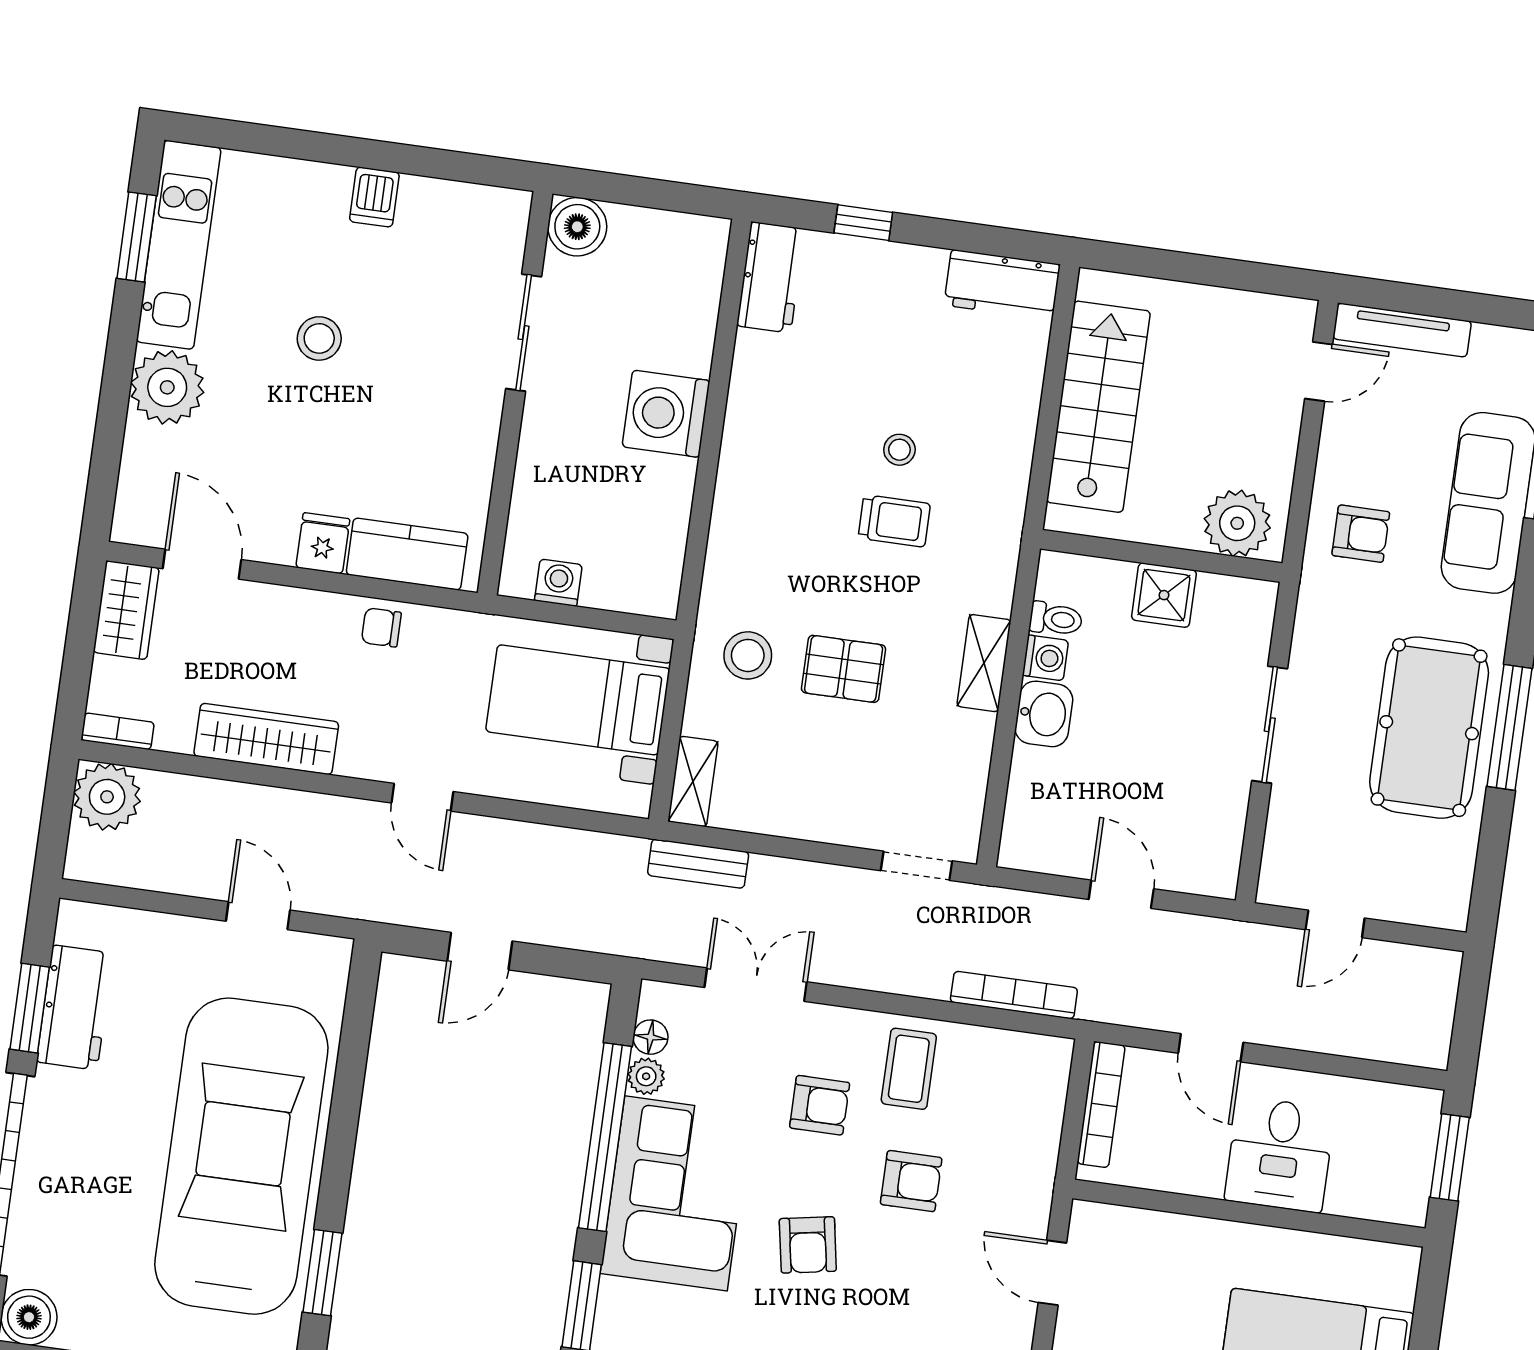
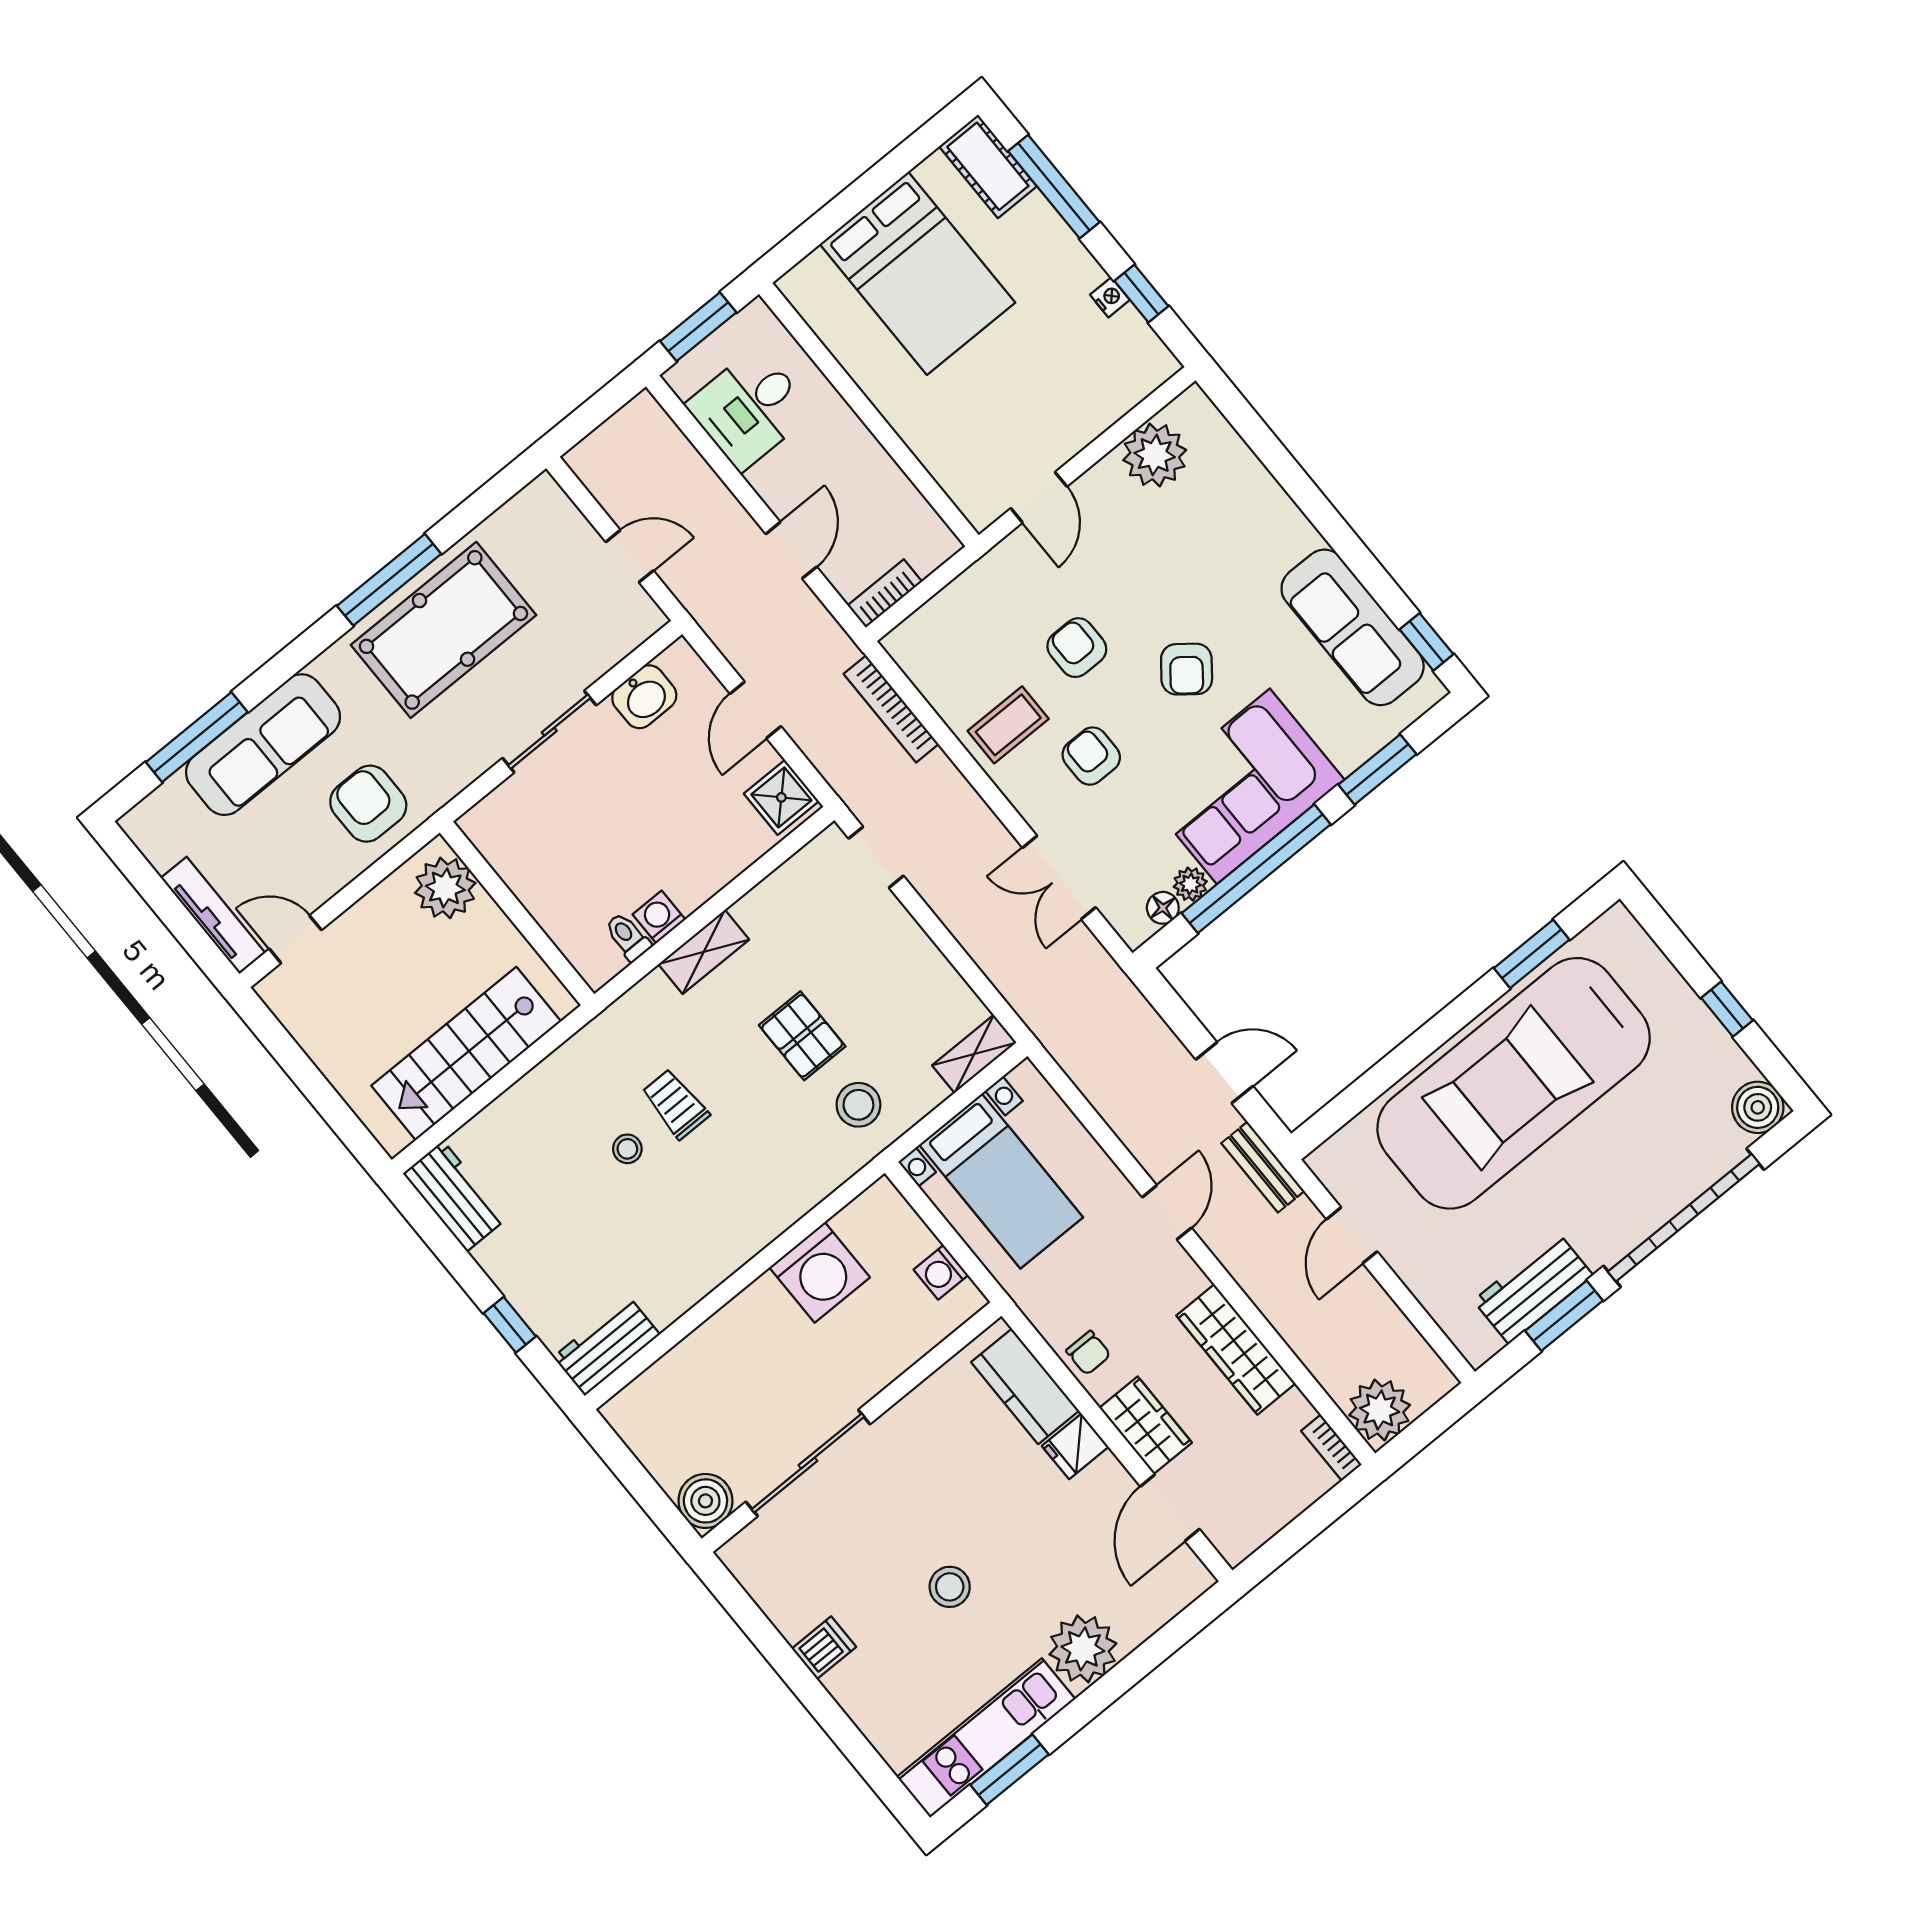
sliding door: (524, 333) -> (808, 1463), width x1.37
washing machine: (666, 414) -> (820, 1272), moved
armchair: (1361, 534) -> (368, 804), width x1.38, depth x1.38
shower: (1164, 595) -> (781, 797), moved
wardrobe: (126, 610) -> (1146, 1425), moved, turned 90
washbasin: (1044, 714) -> (644, 697), moved, turned 180
bench: (698, 864) -> (1263, 1167), moved
bookcase: (1101, 1105) -> (885, 593), width x0.64
desk: (1280, 1154) -> (749, 409), moved, turned 180
armchair: (808, 1245) -> (1187, 669), turned 138

